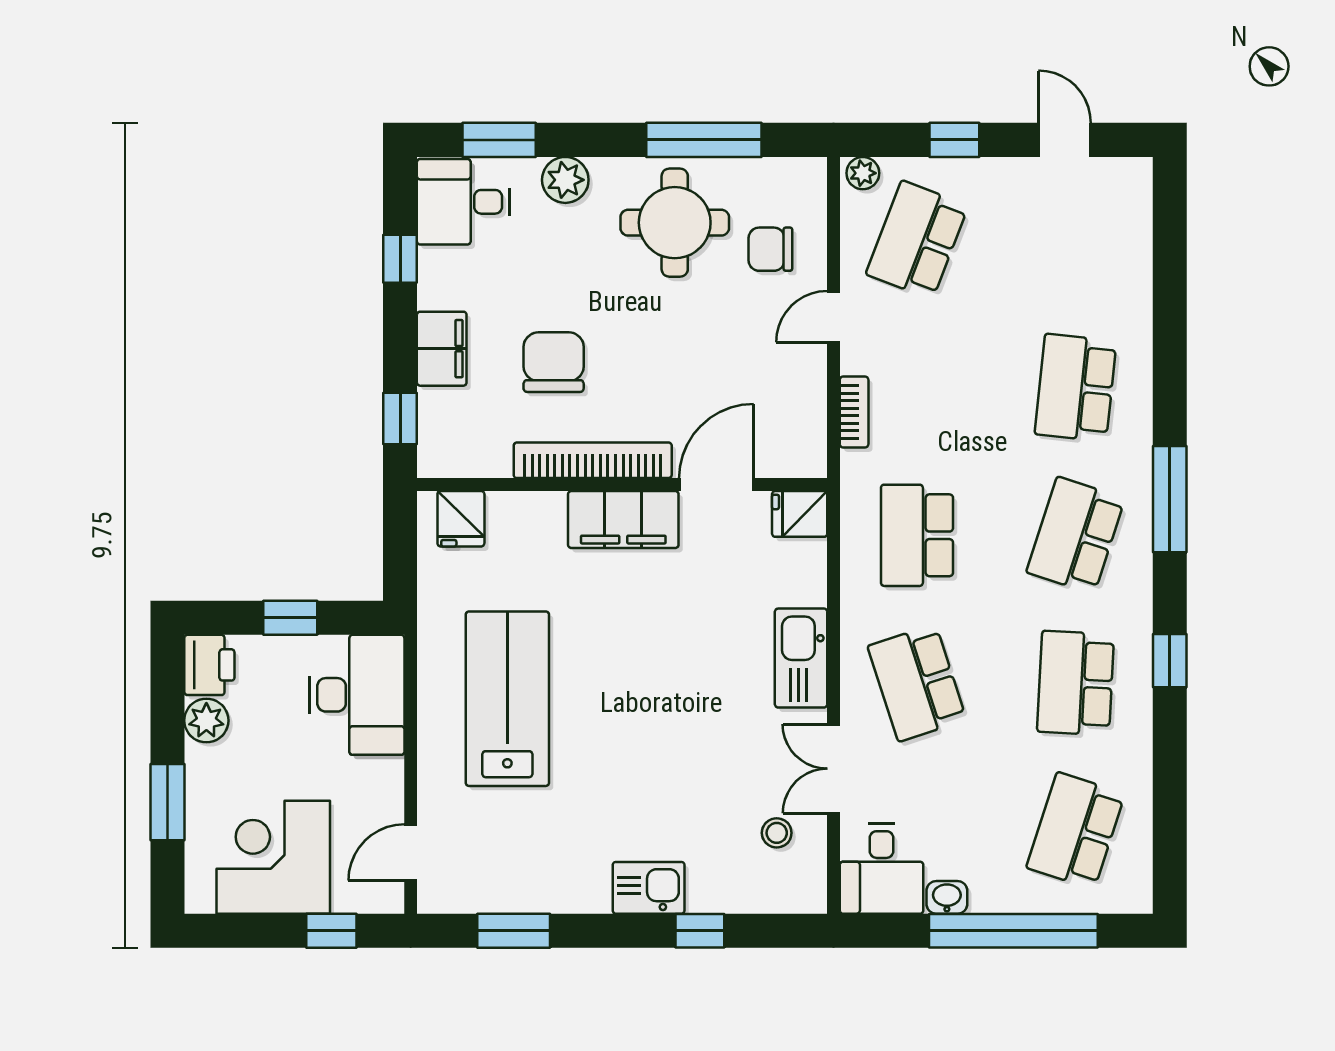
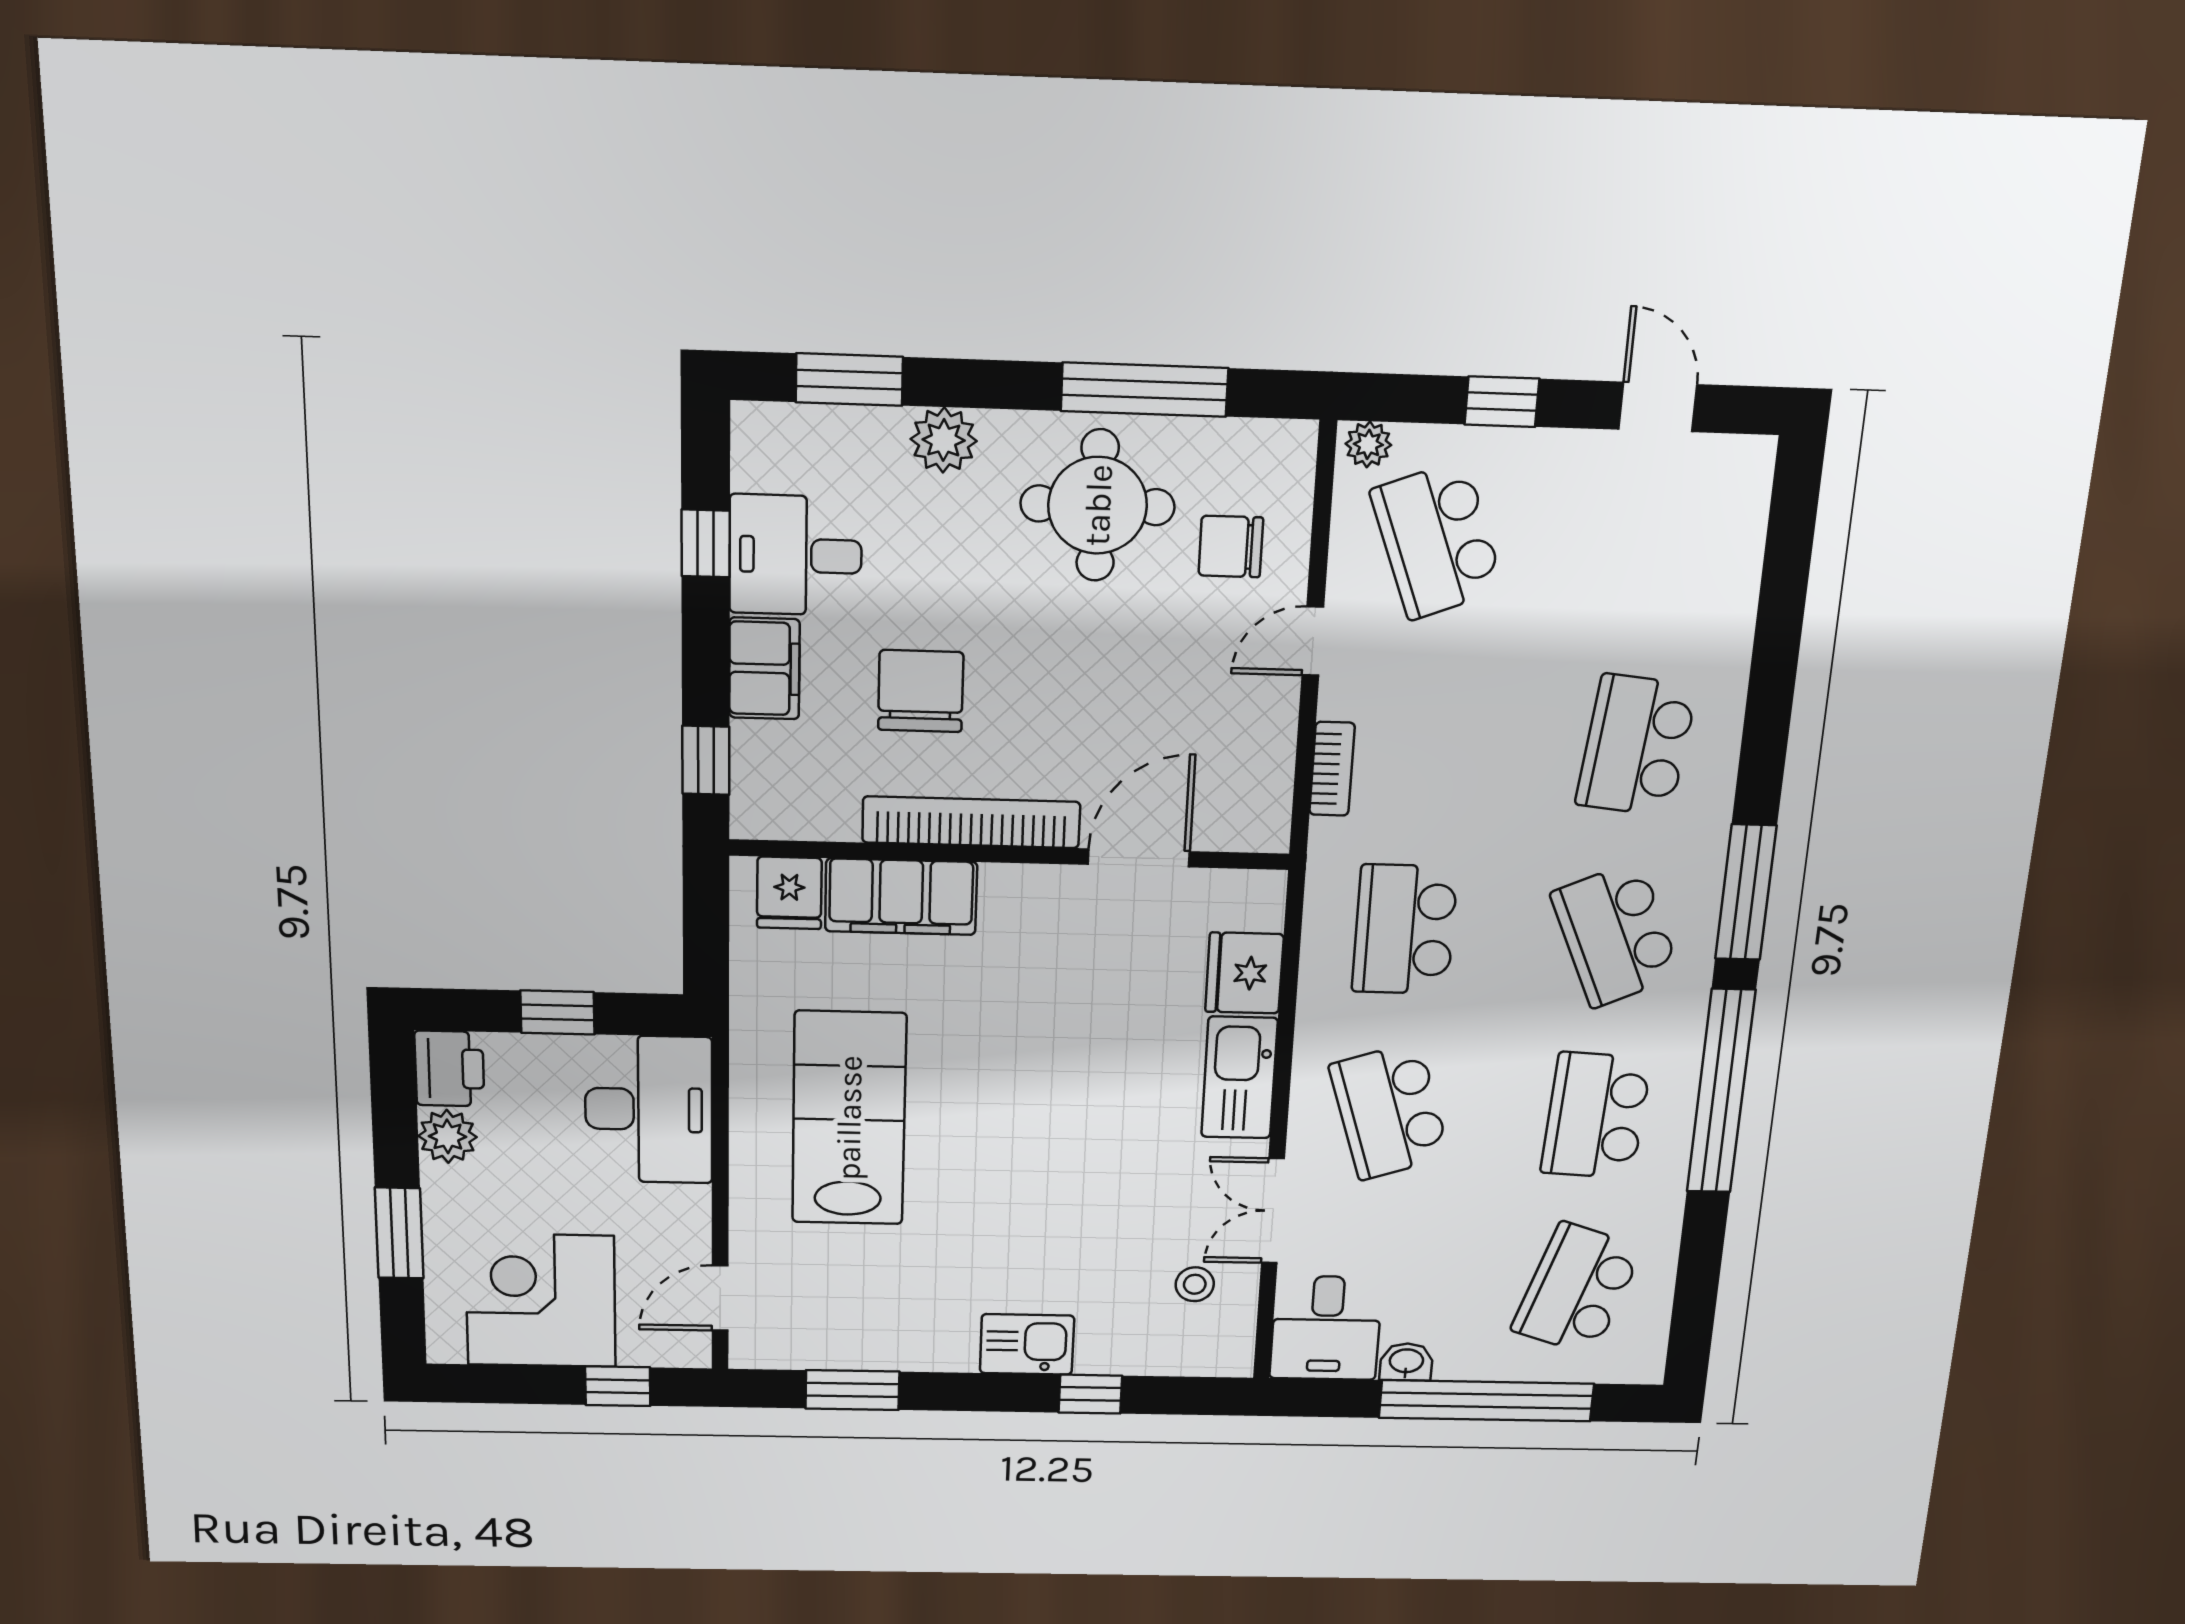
desk: (463, 202) -> (796, 555), moved
school desk: (917, 240) -> (1437, 540), turned -42
fridge: (800, 514) -> (1244, 973), moved, width x1.38
filing cabinet: (623, 519) -> (901, 897), moved
school desk: (1076, 535) -> (1616, 935), turned -42
window: (1170, 661) -> (1721, 1091), width x3.17

